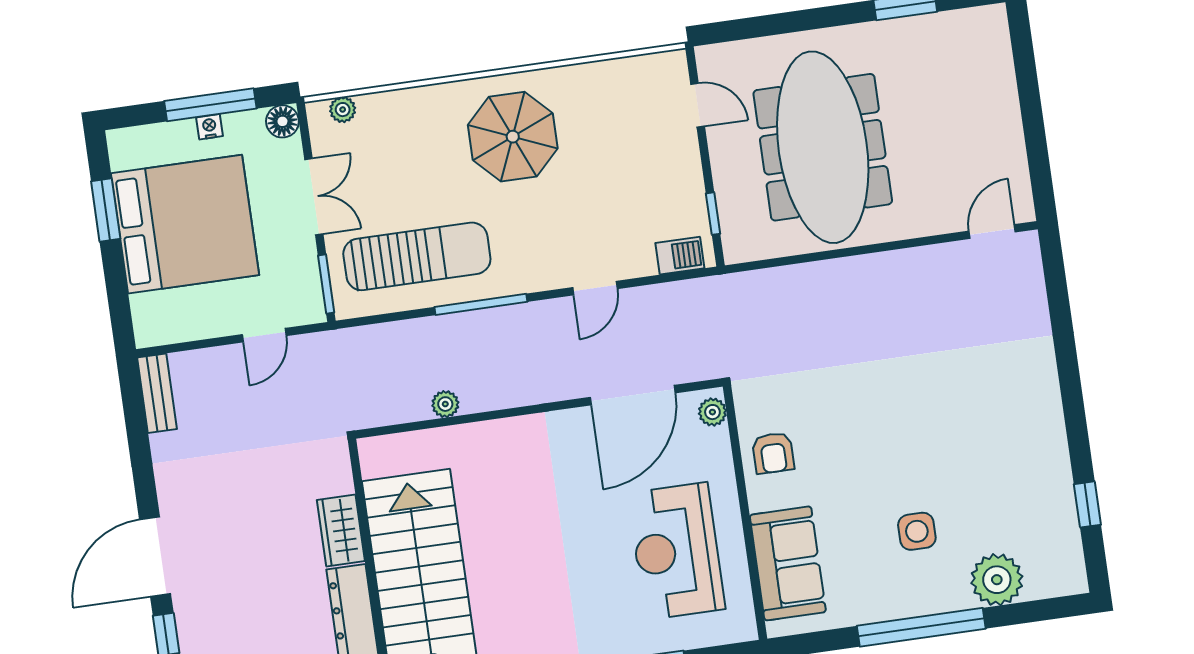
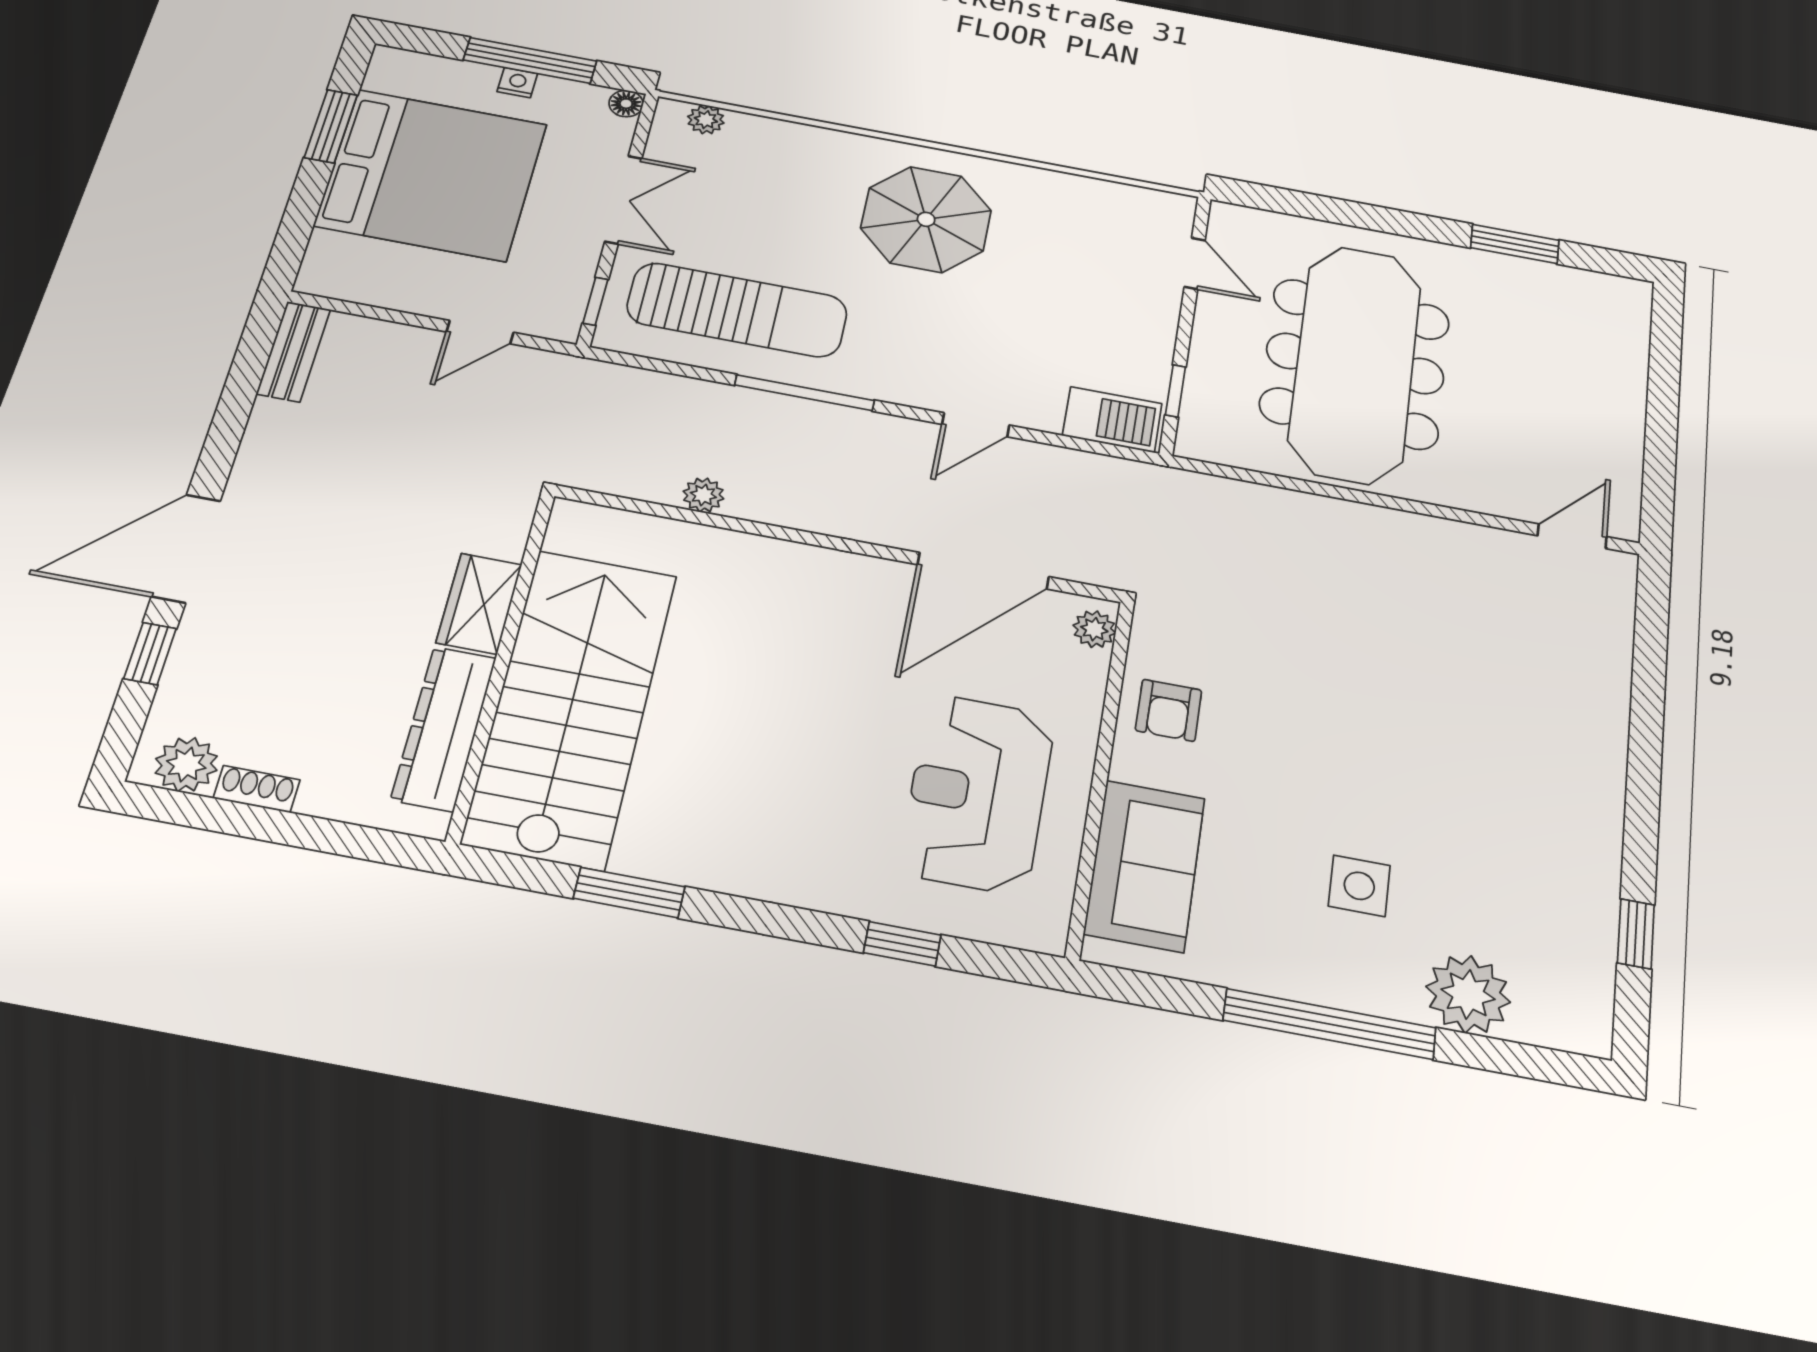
floor lamp: (282, 121) -> (626, 104), width x0.73, depth x0.73
barbecue: (680, 256) -> (1112, 420), width x1.38, depth x1.27
window: (326, 284) -> (595, 301), width x0.67

